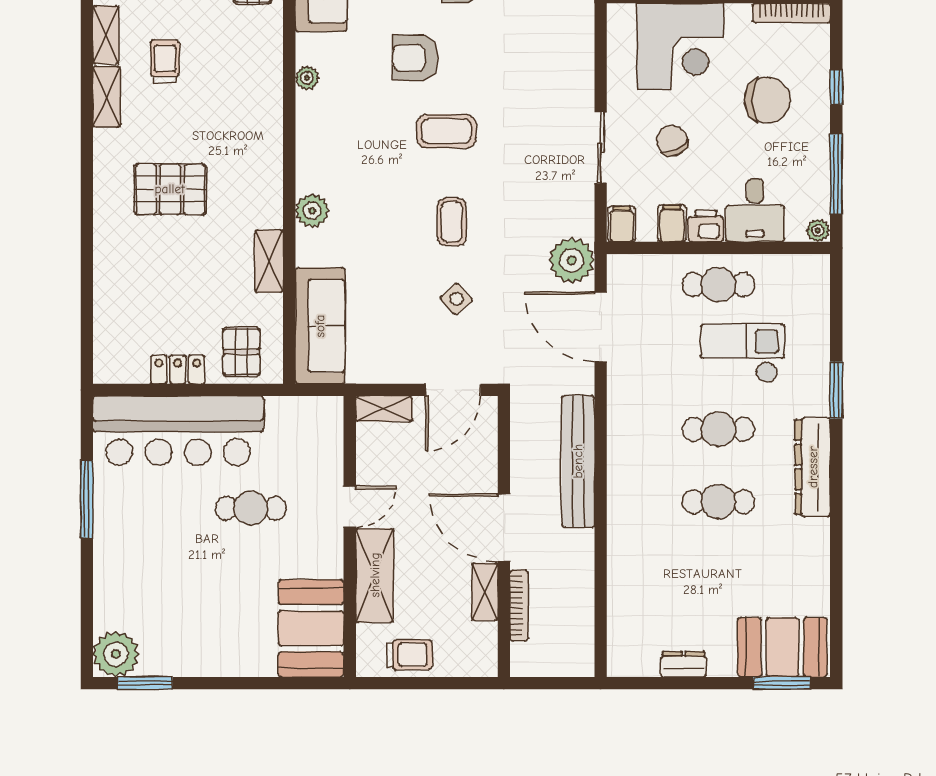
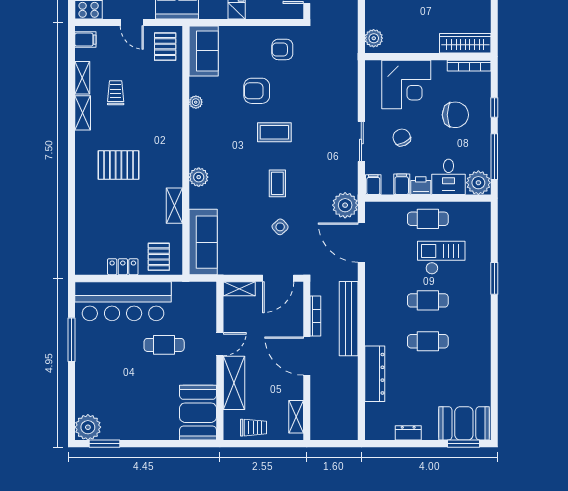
plant: (818, 231) -> (478, 183), width x1.88, depth x1.88
dresser: (813, 467) -> (375, 374), moved, turned 180
shelving: (485, 592) -> (296, 417), moved
bookcase: (519, 605) -> (315, 316), moved

